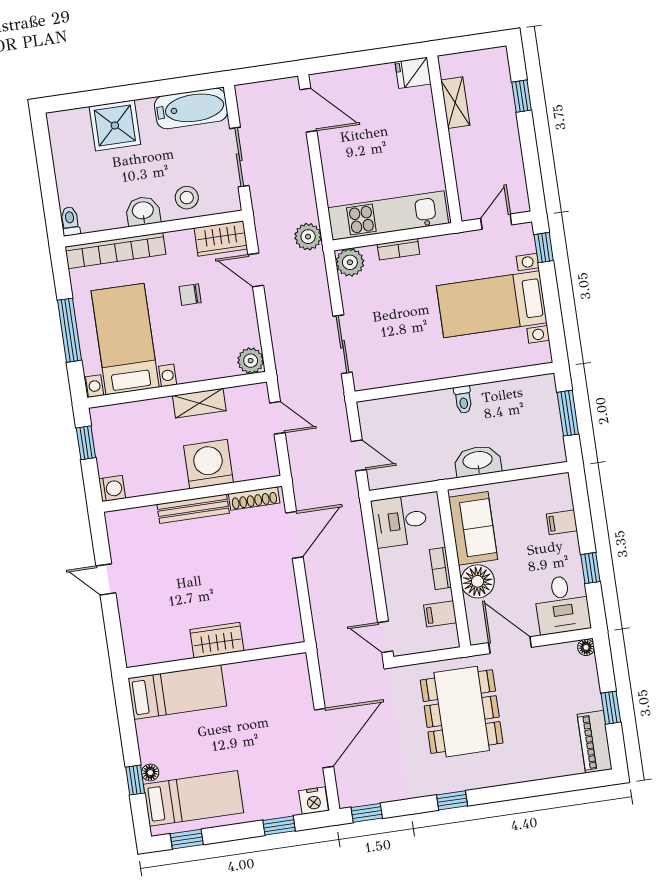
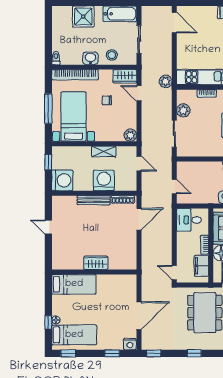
plant: (350, 262) -> (183, 110), moved
washing machine: (112, 489) -> (62, 180), width x1.89, depth x1.89
filing cabinet: (440, 614) -> (201, 266), width x2.00

